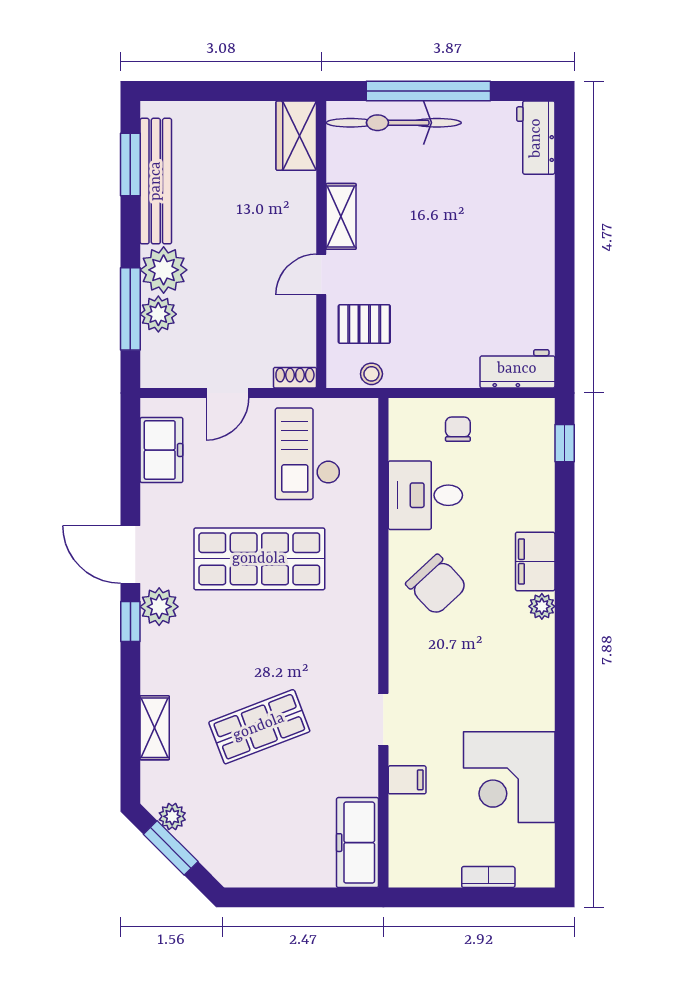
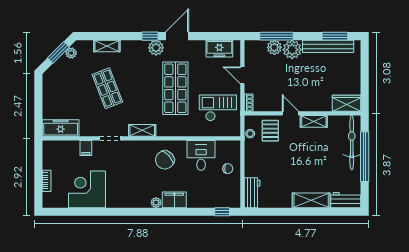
shelving: (536, 223) -> (311, 200), added
shelving: (363, 641) -> (142, 130), added

